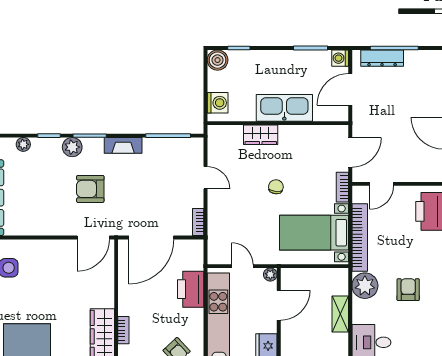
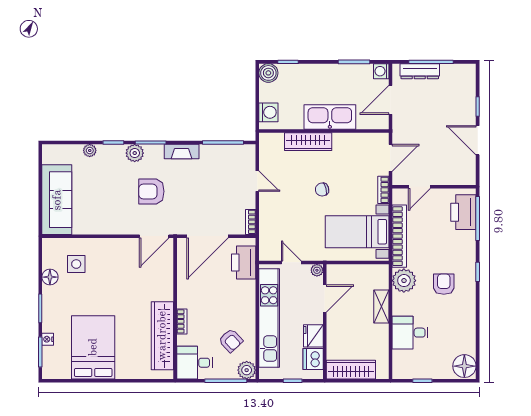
wardrobe: (261, 135) -> (308, 142), width x1.50
chair: (276, 187) -> (322, 190), turned -110
printer: (191, 289) -> (244, 262), moved

